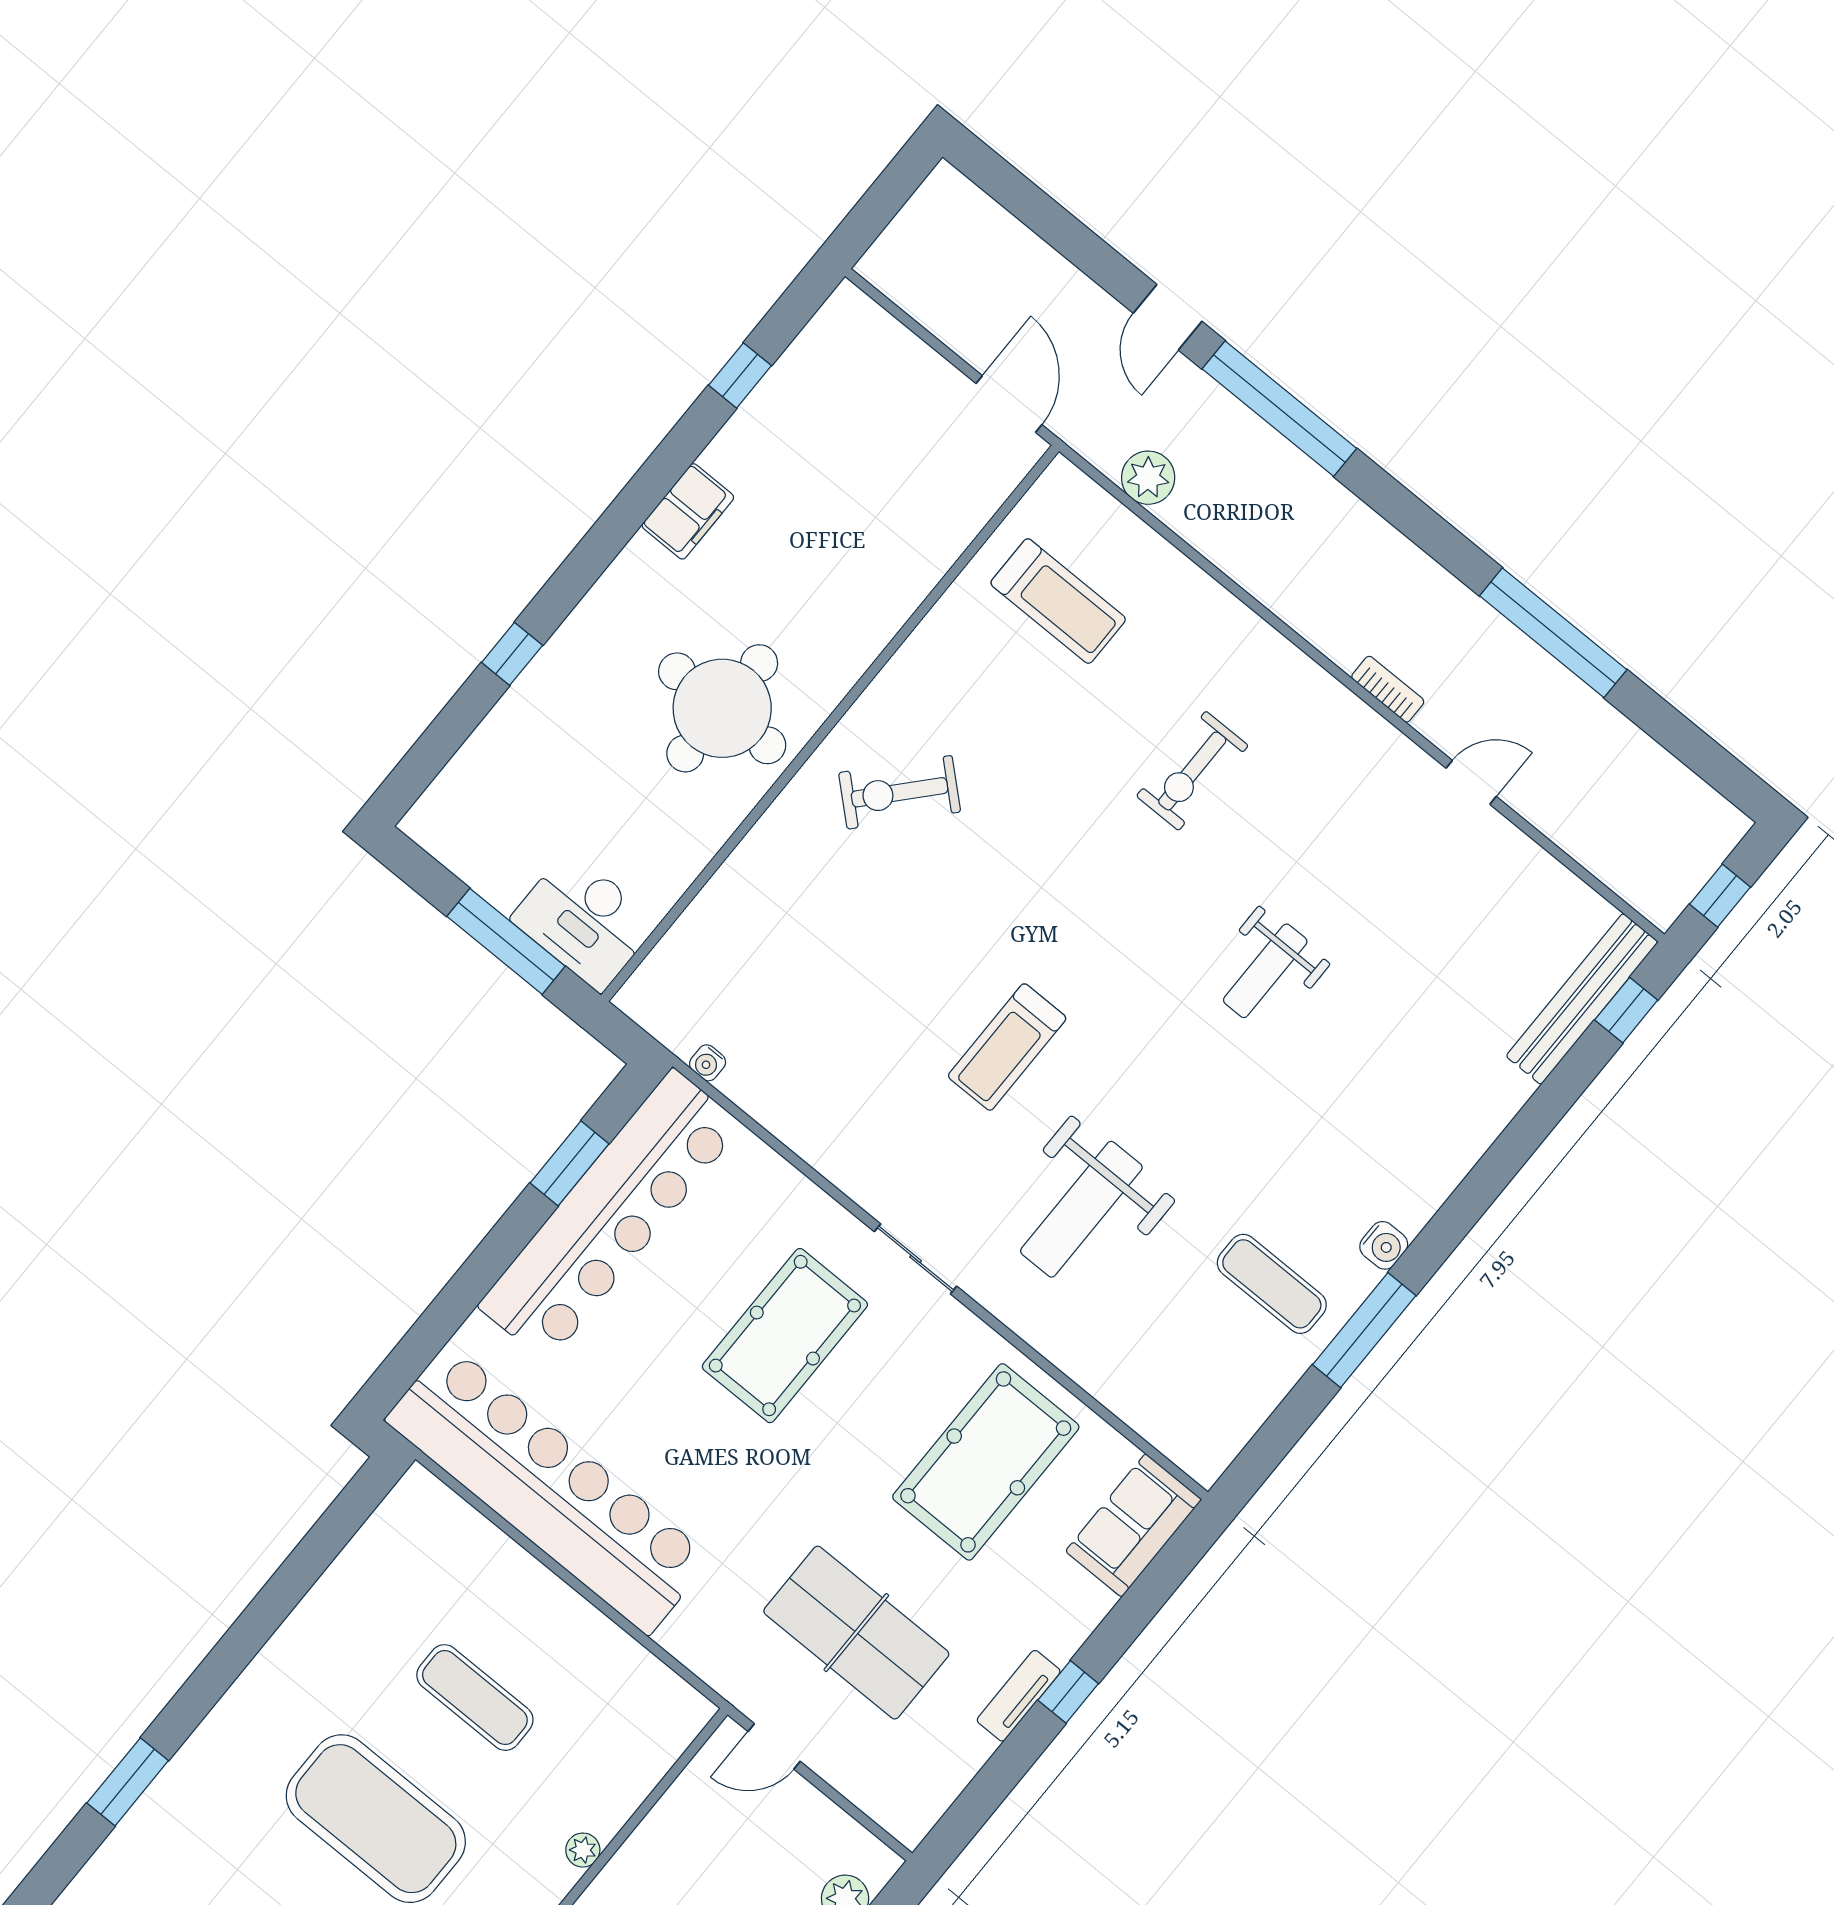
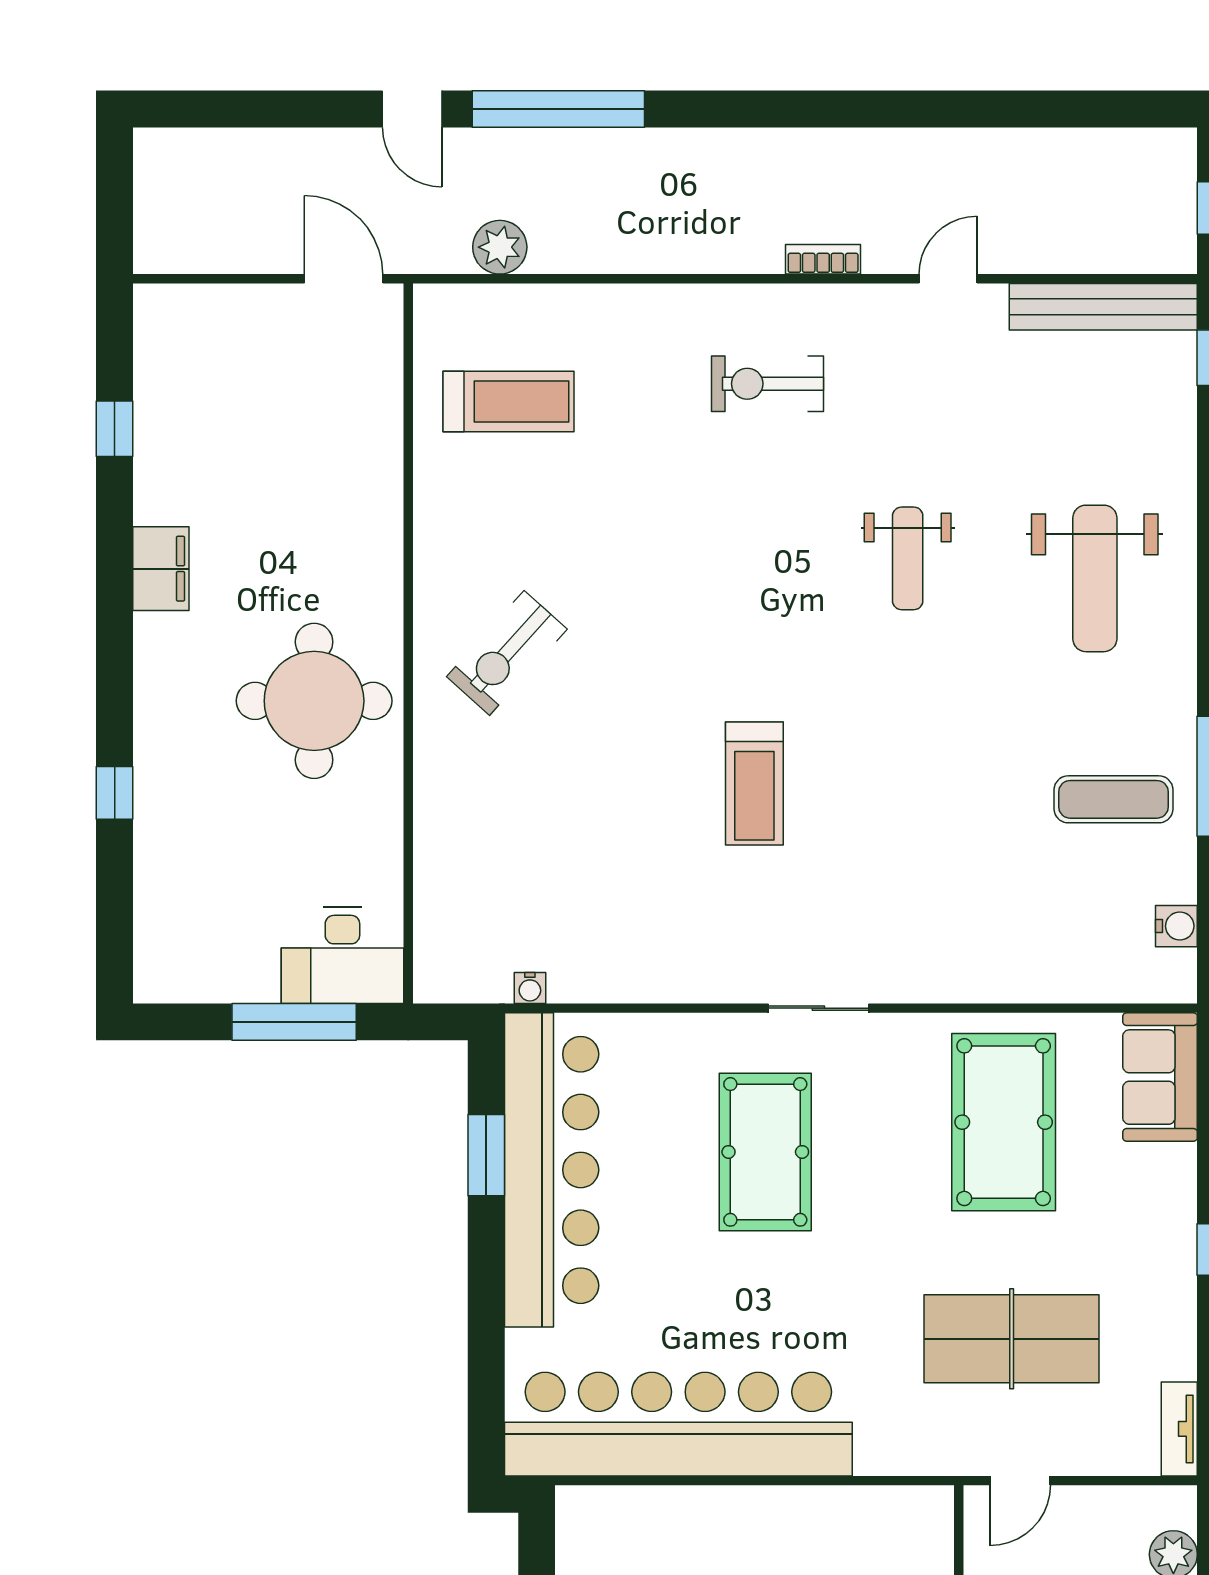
window: (1553, 633) -> (916, 109), removed
exercise bike: (1192, 771) -> (767, 384), moved, turned 90
bench: (1582, 999) -> (1103, 307), moved, turned 90
weight bench: (1081, 1209) -> (1095, 578), moved
water cooler: (1384, 1245) -> (1176, 926), moved
tv unit: (1019, 1696) -> (1179, 1429), moved

